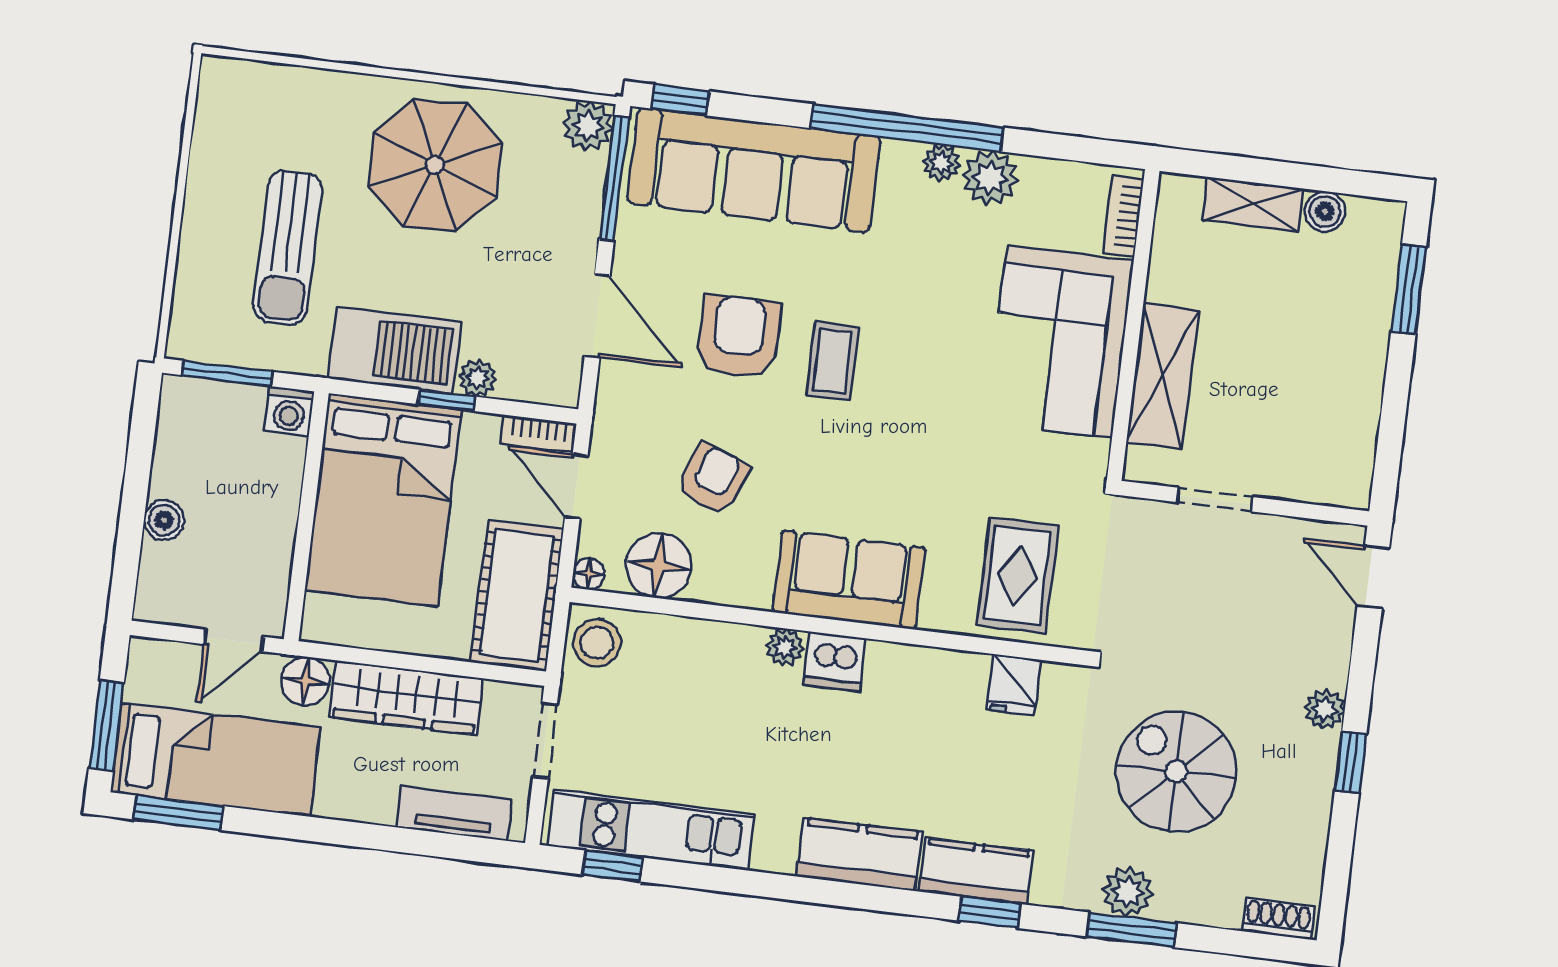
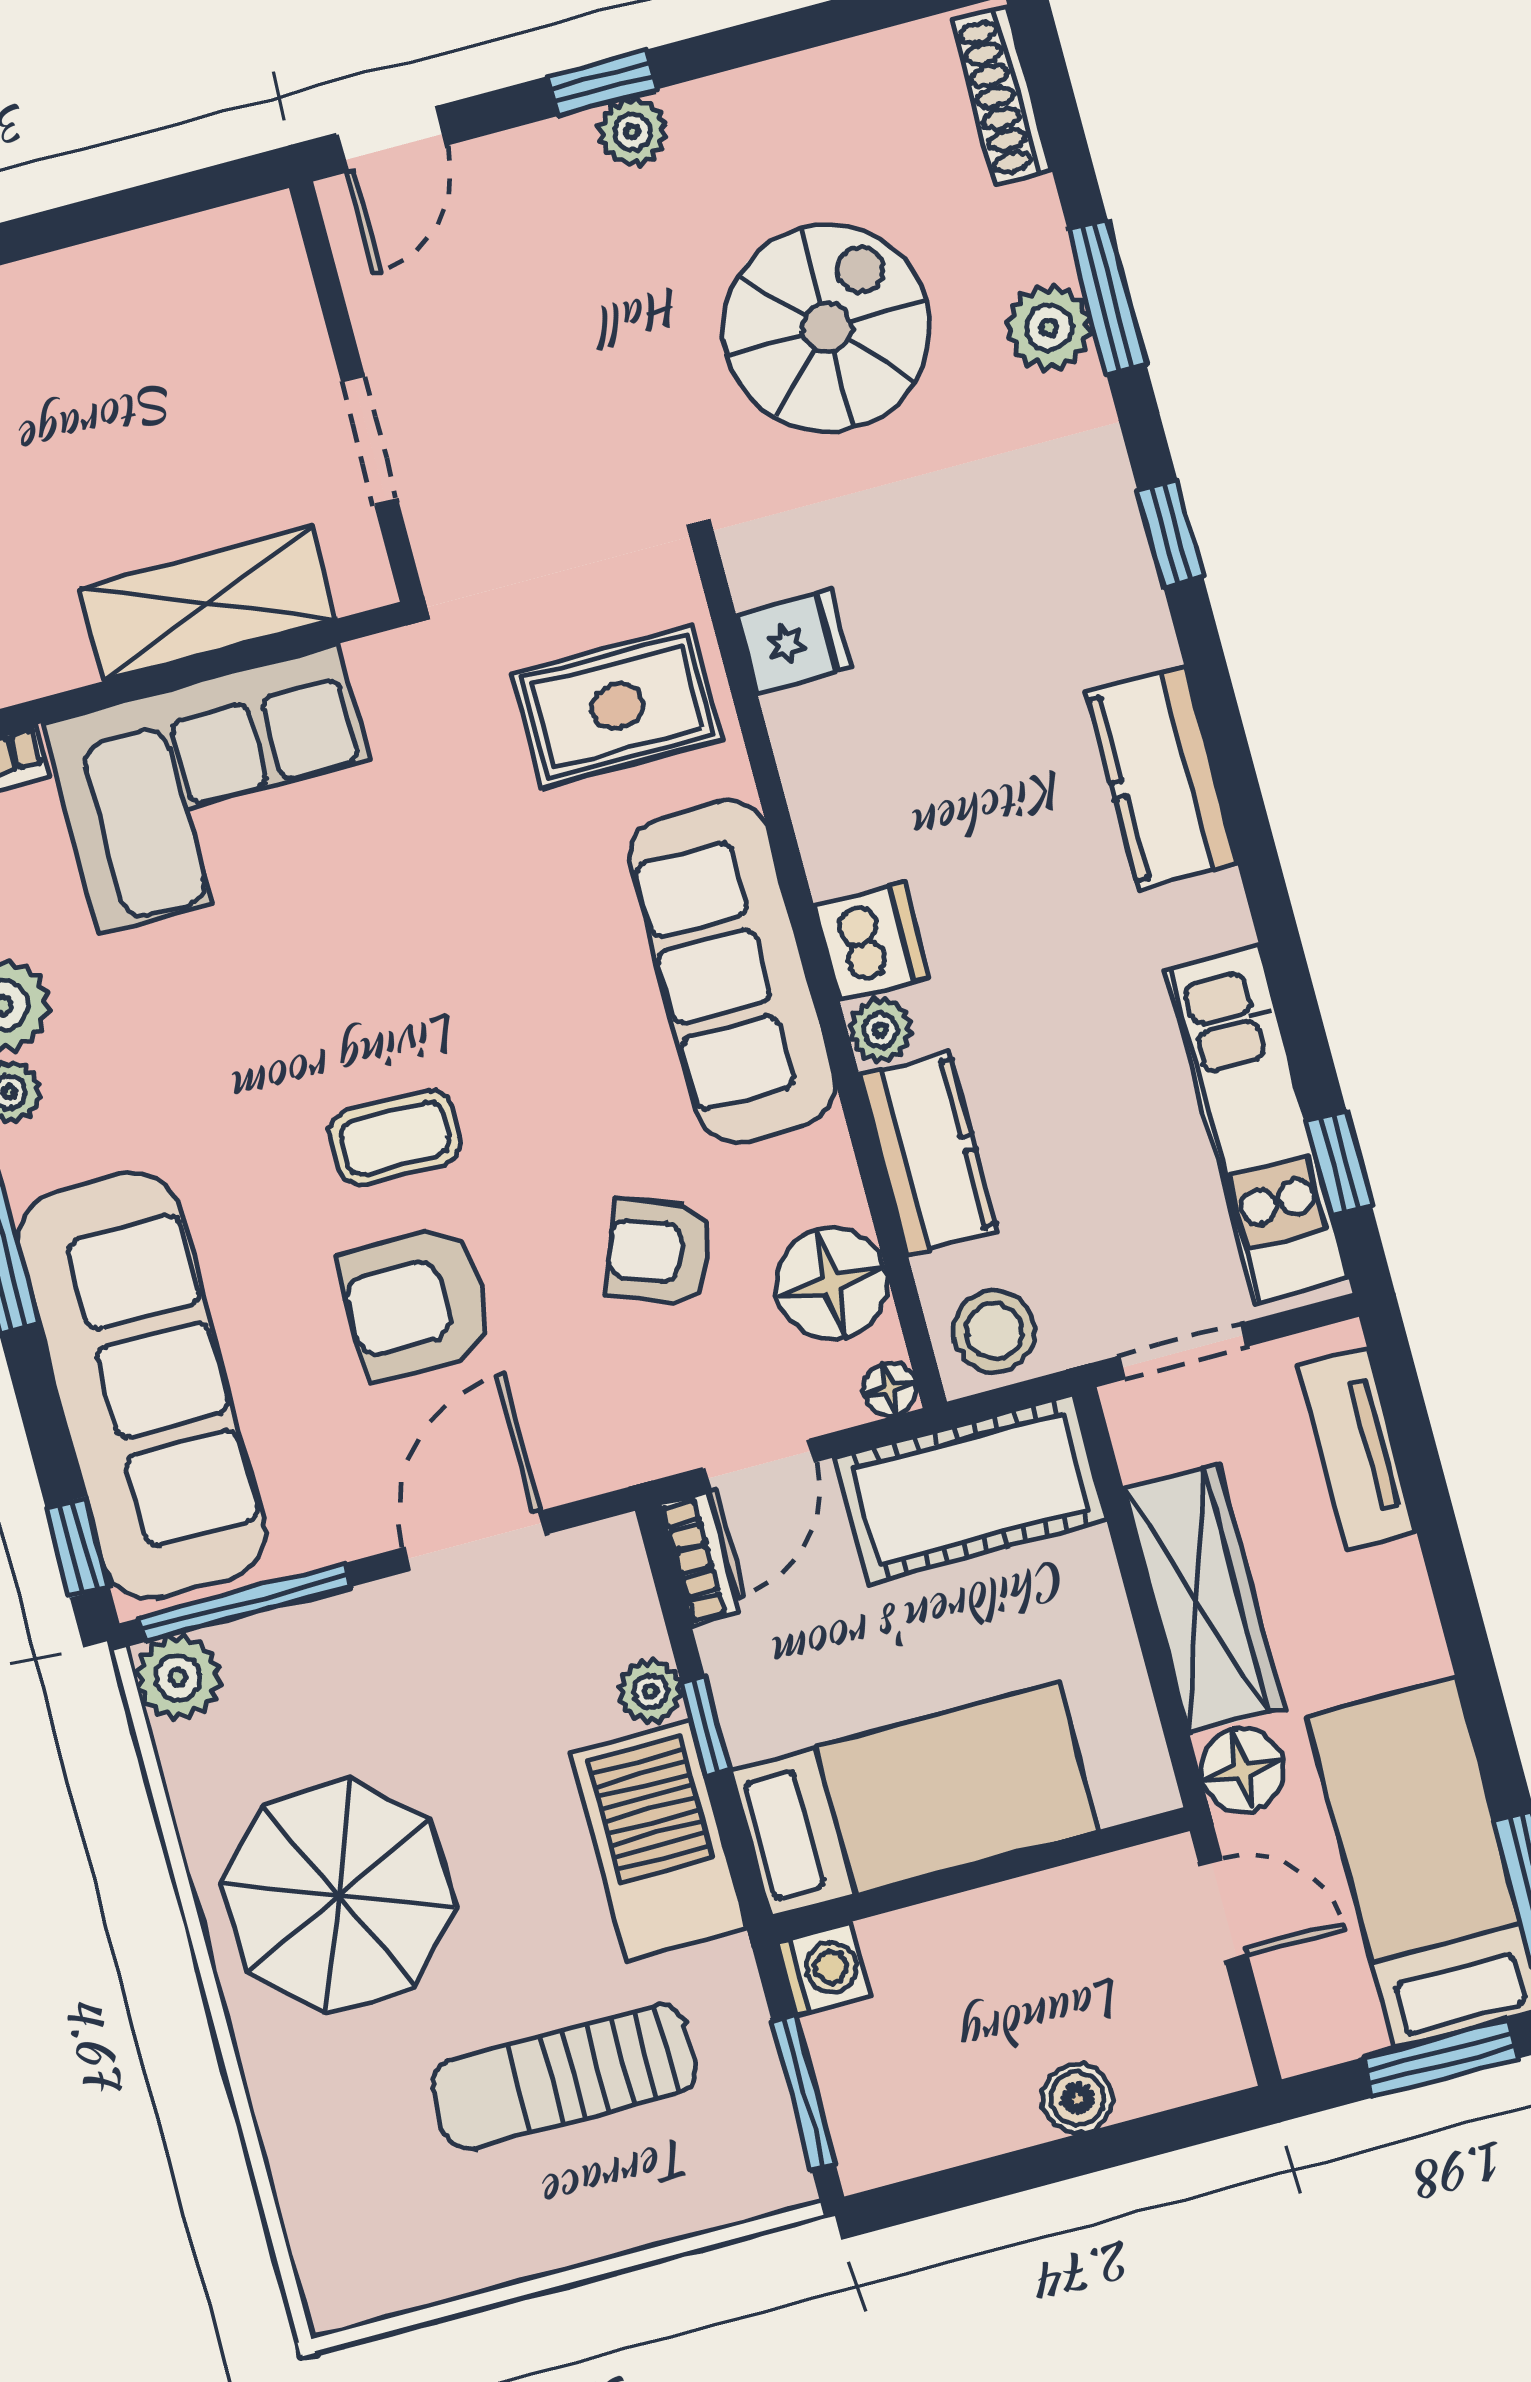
sun lounger: (288, 247) -> (564, 2077), turned 180
bed: (383, 500) -> (914, 1800), width x0.67
sofa: (849, 580) -> (732, 972), width x1.36
window: (1351, 762) -> (602, 83), moved
spiral stairs: (1176, 772) -> (827, 328), turned 180
kitchen counter: (976, 871) -> (929, 1154), moved, turned 180
shoe rack: (1278, 919) -> (1002, 95), width x1.43

